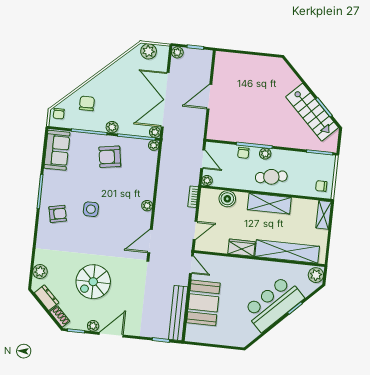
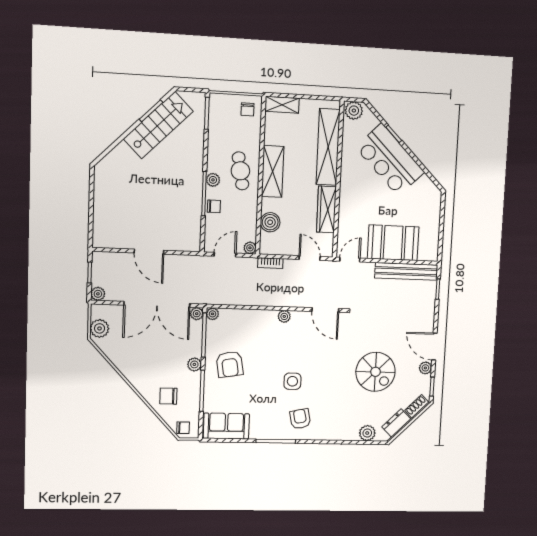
wardrobe: (242, 248) -> (326, 209), width x1.50

